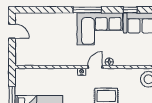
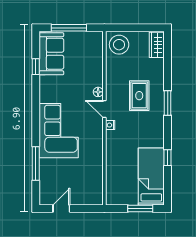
window: (87, 10) -> (36, 163), moved
corner sofa: (100, 29) -> (59, 131), moved

